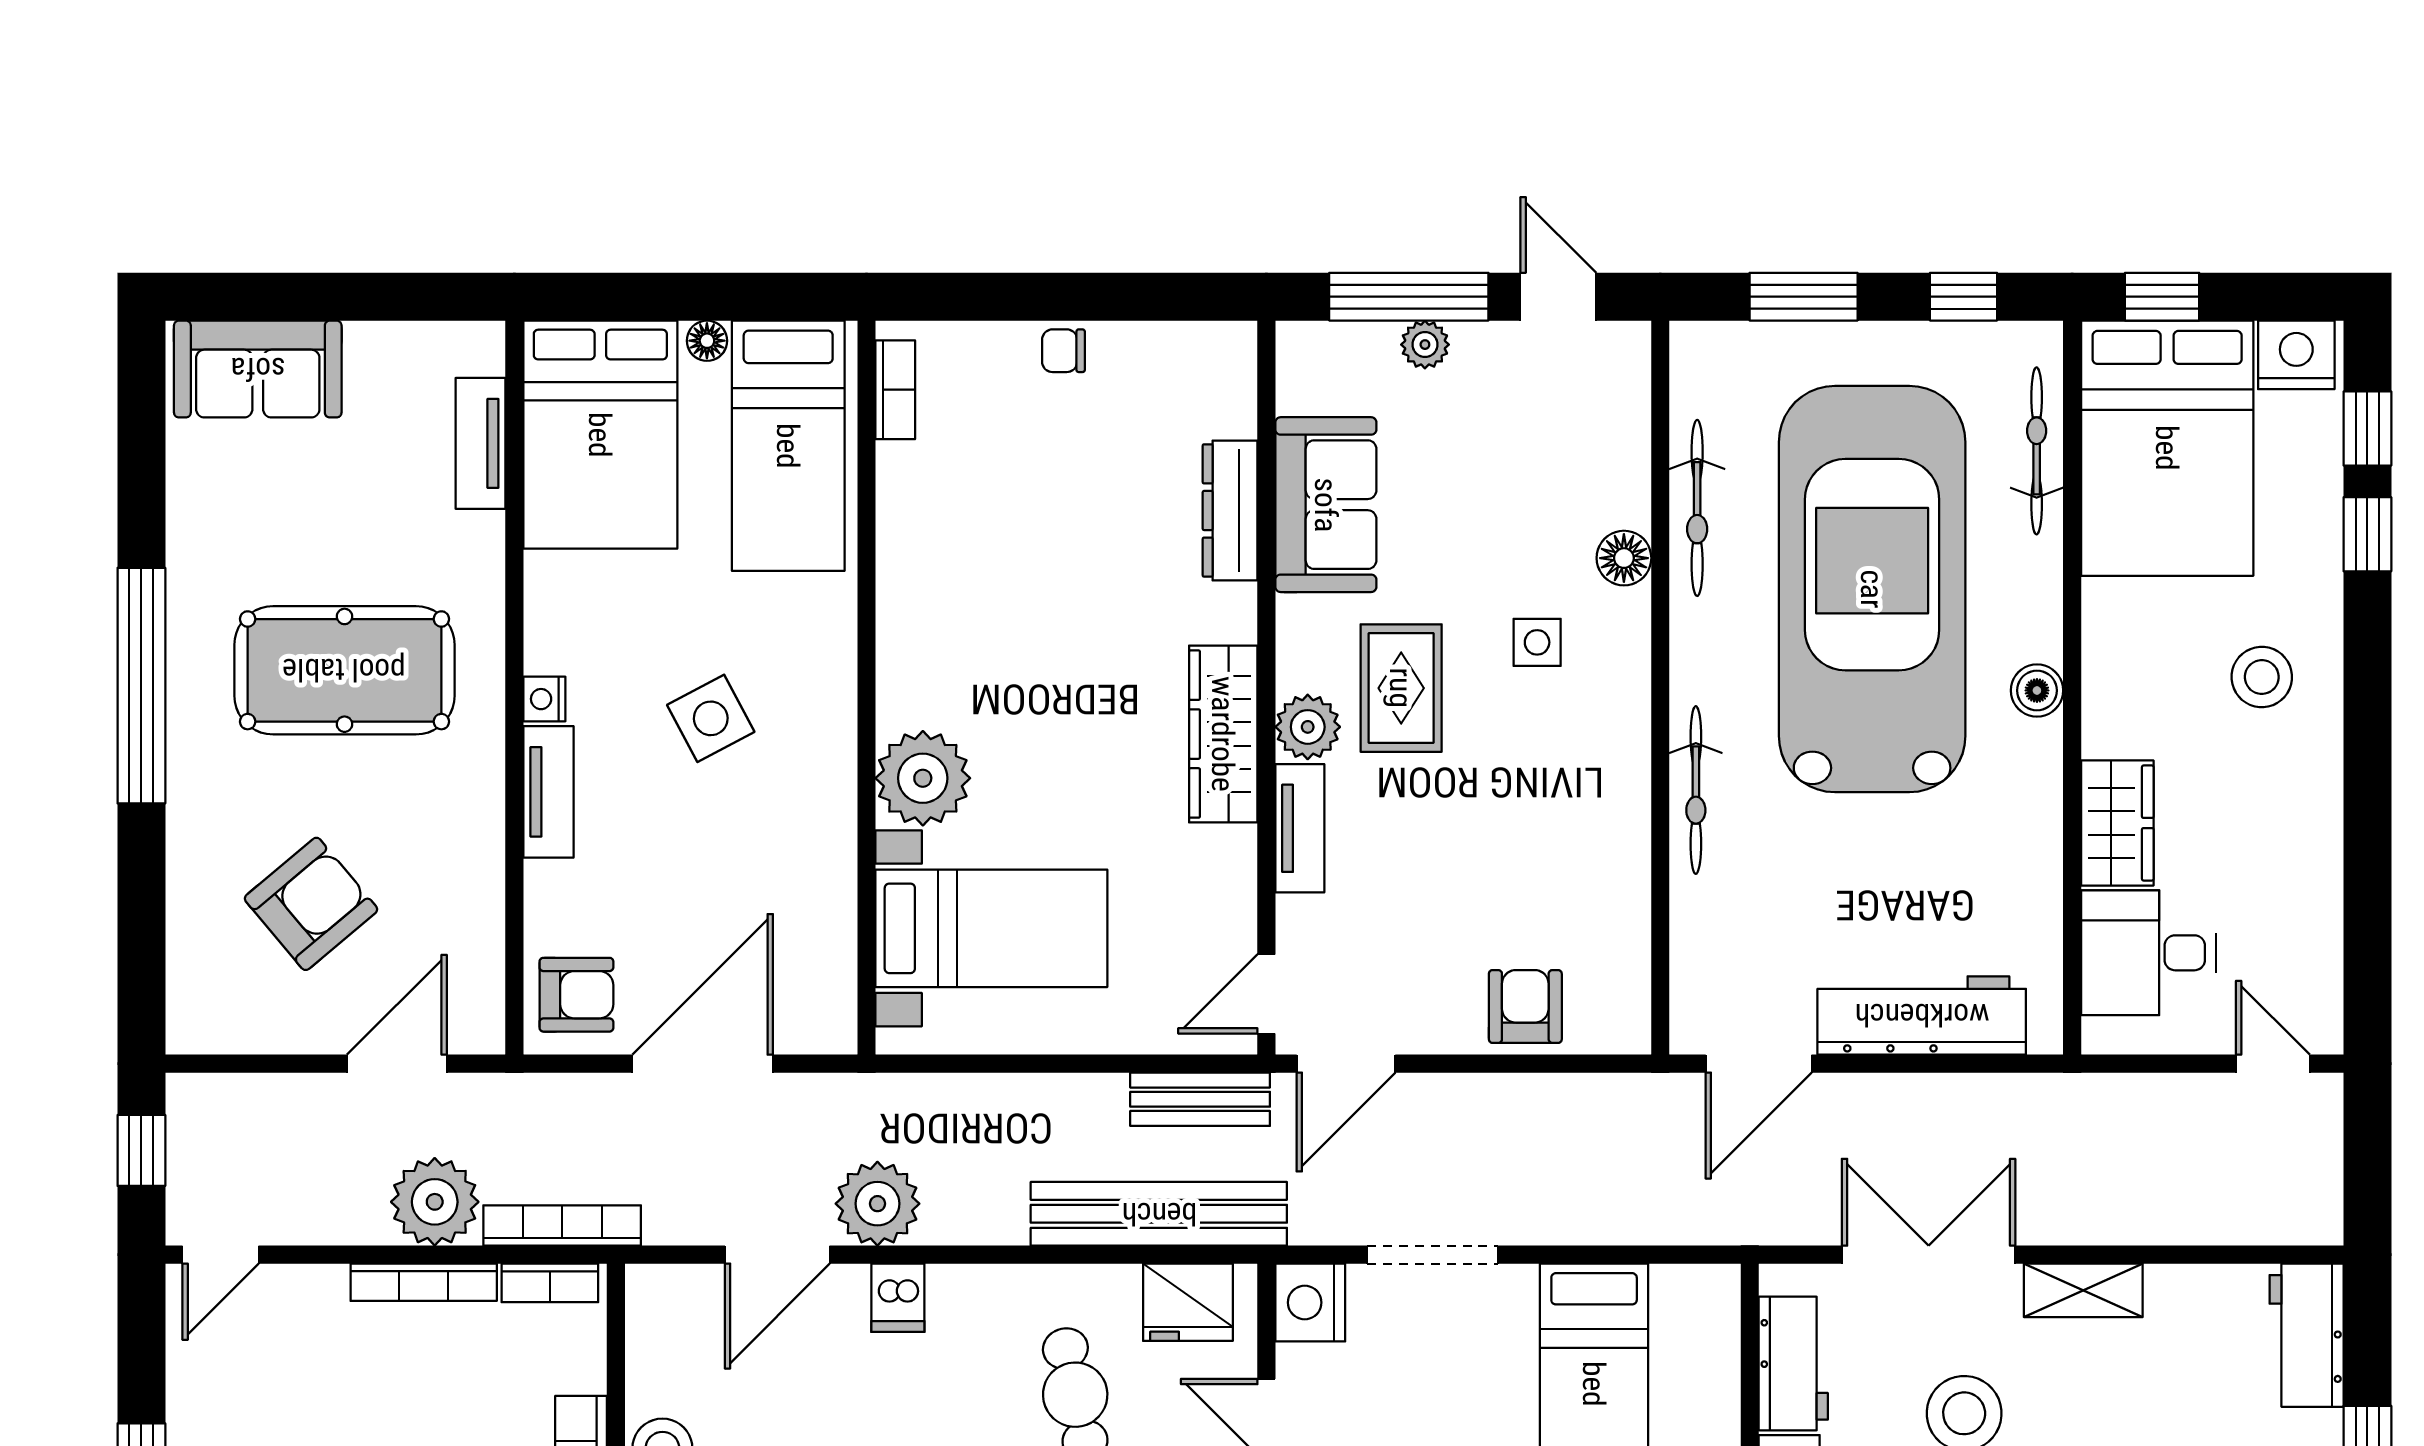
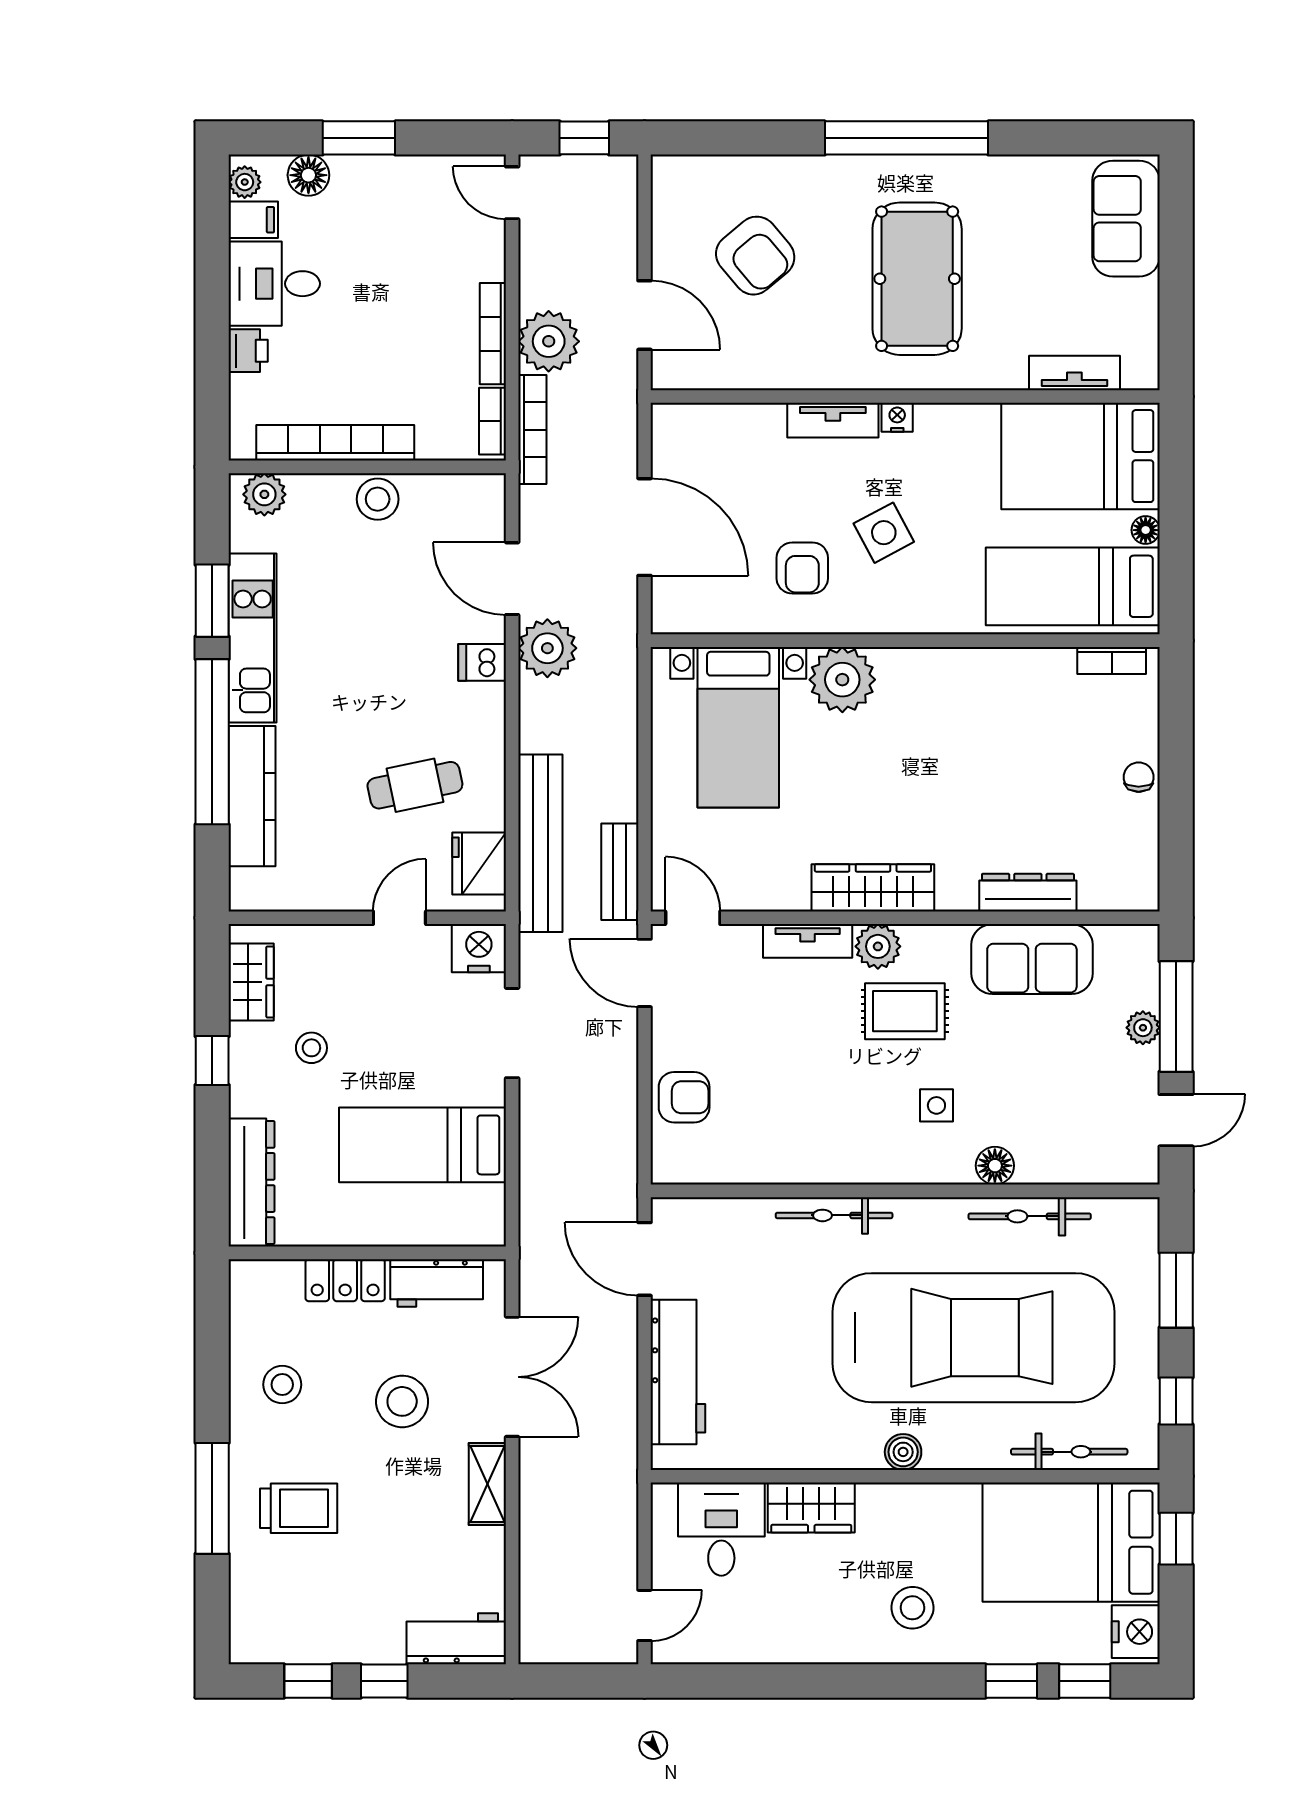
armchair: (576, 995) -> (802, 568), moved

